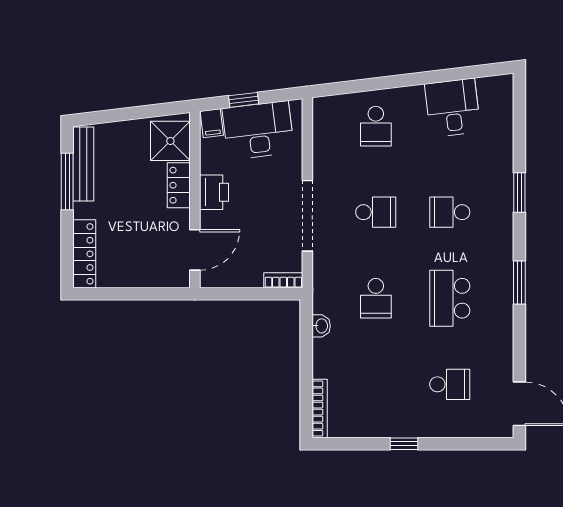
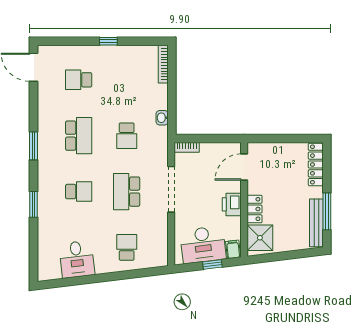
school desk: (376, 212) -> (127, 192), width x1.85
school desk: (376, 298) -> (127, 136), turned 180

